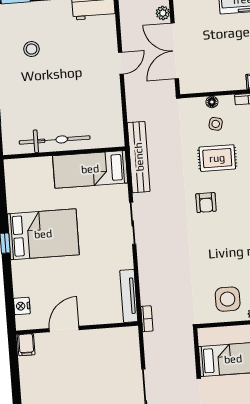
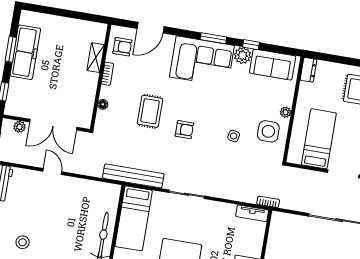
side table: (216, 124) -> (234, 136), moved
tv unit: (129, 296) -> (252, 213), width x0.71

